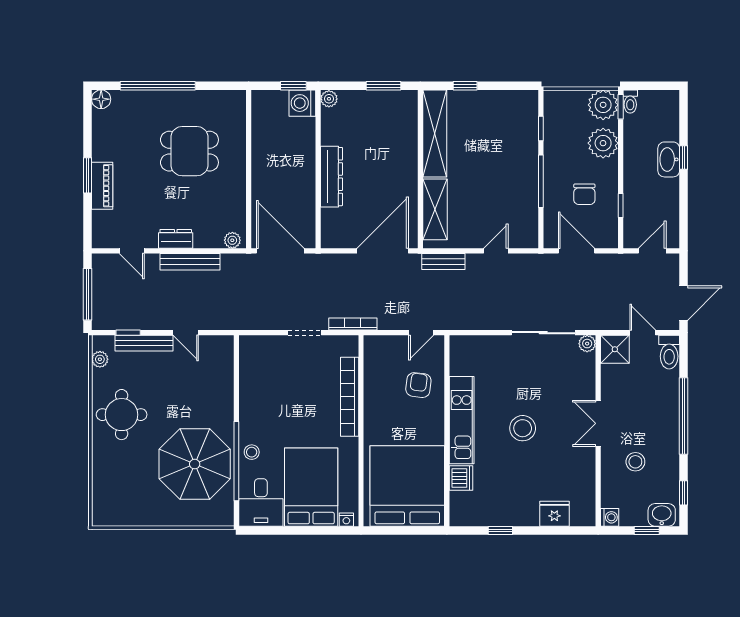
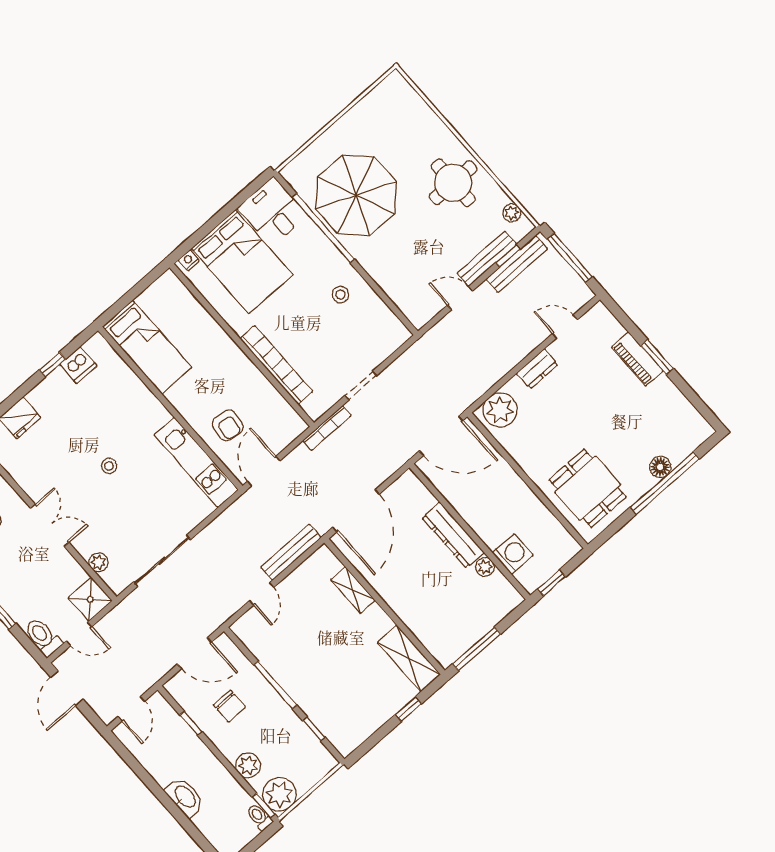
window: (383, 86) -> (477, 649), width x1.44
floor lamp: (101, 99) -> (660, 467), moved
plant: (329, 99) -> (485, 567), moved
washing machine: (302, 103) -> (513, 554), moved
shelving: (435, 134) -> (409, 658), width x0.68
plant: (603, 143) -> (248, 765), width x0.73, depth x0.73
dining table: (189, 151) -> (588, 488), moved, turned 90
window: (684, 158) -> (174, 810), removed
chair: (584, 194) -> (229, 706), turned 180
shelving: (435, 209) -> (353, 590), width x0.67, depth x0.75
plant: (232, 240) -> (500, 410), width x1.87, depth x1.87
bench: (443, 261) -> (291, 552), width x1.36
bench: (190, 262) -> (517, 264), moved
door: (421, 333) -> (264, 471), width x1.38
plant: (587, 344) -> (99, 562), moved
kitchen unit: (462, 420) -> (196, 462), moved
stool: (523, 428) -> (109, 466), width x0.53, depth x0.53
stool: (252, 452) -> (341, 294), moved
dishwasher: (461, 478) -> (78, 365), moved, turned -90
bed: (407, 486) -> (147, 347), width x0.49

